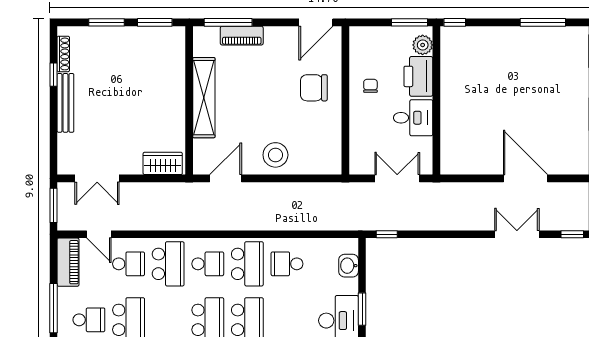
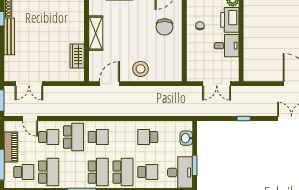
chair: (314, 88) -> (164, 27), turned -90
shelving: (204, 98) -> (96, 33), width x0.68
wardrobe: (163, 163) -> (77, 56), moved, turned -90
double door: (397, 178) -> (217, 84), swing flipped
window: (387, 234) -> (244, 119), moved
piano: (68, 262) -> (11, 147), moved
school desk: (247, 264) -> (148, 172), moved, width x0.54

